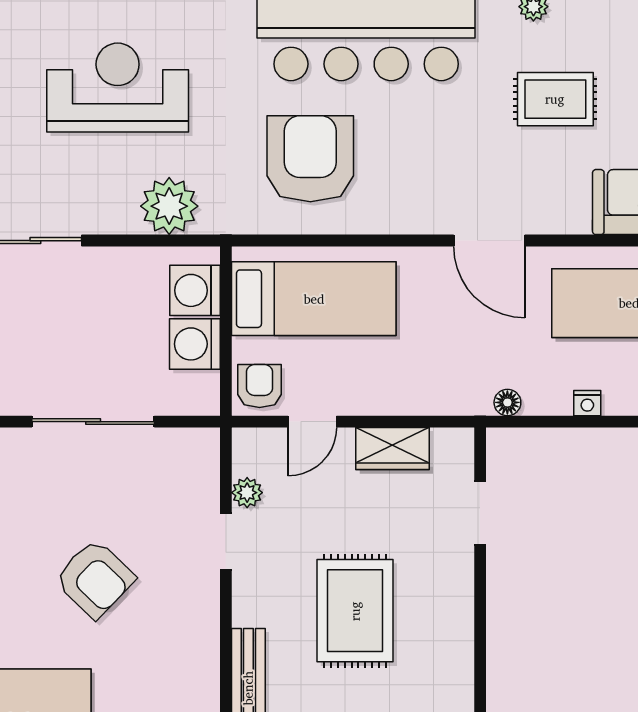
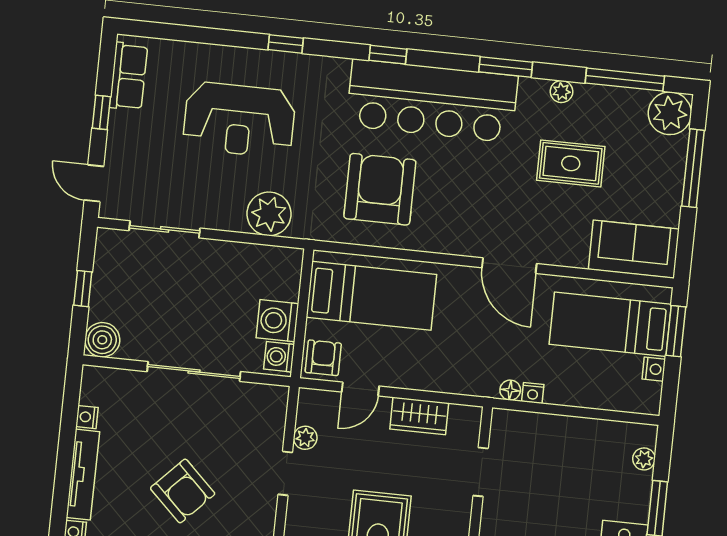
reception desk: (118, 88) -> (239, 120), turned 180
washing machine: (195, 290) -> (279, 357), moved, width x0.73, depth x0.73
nightstand: (587, 403) -> (533, 393), moved

